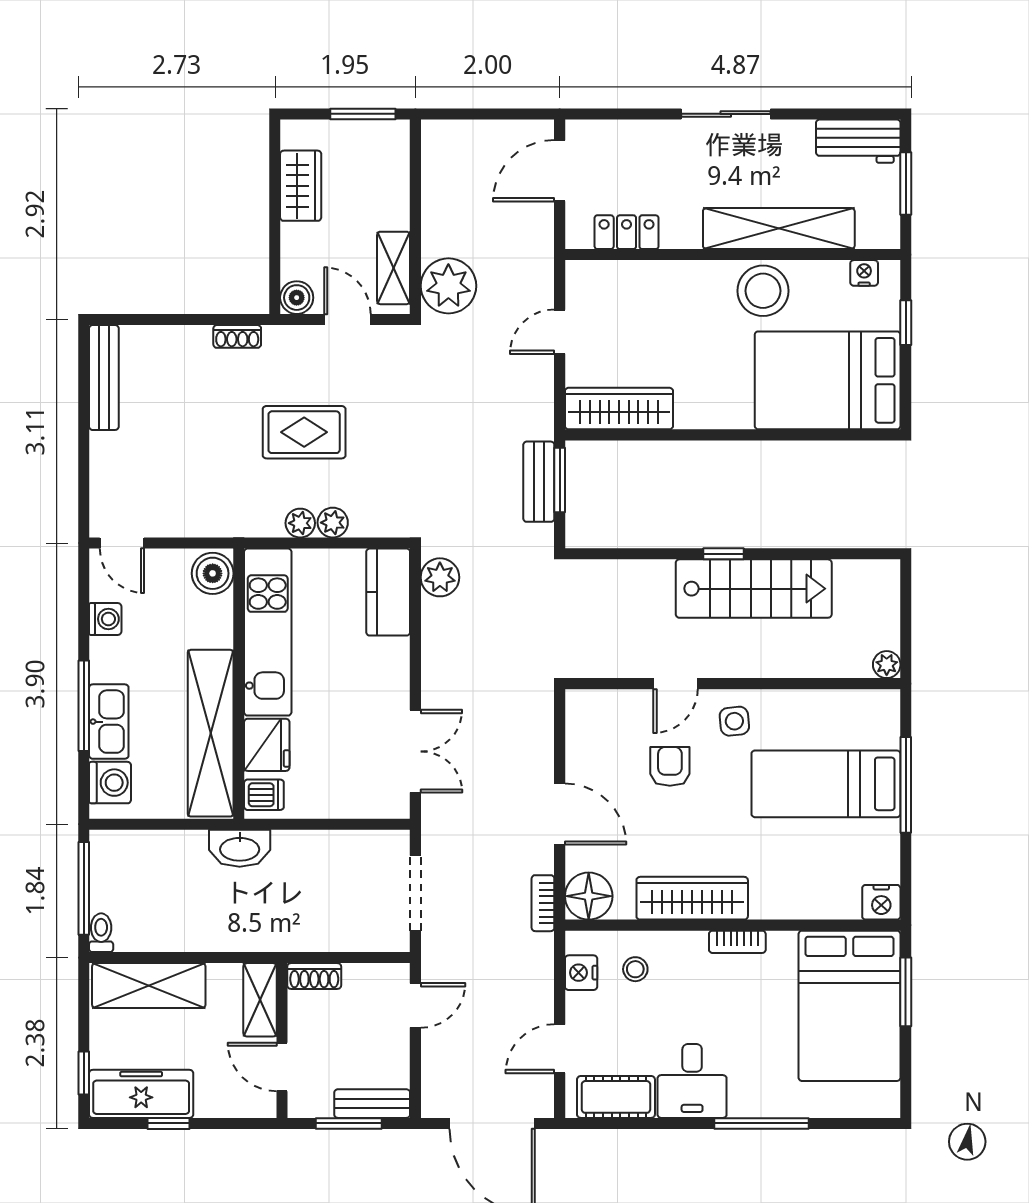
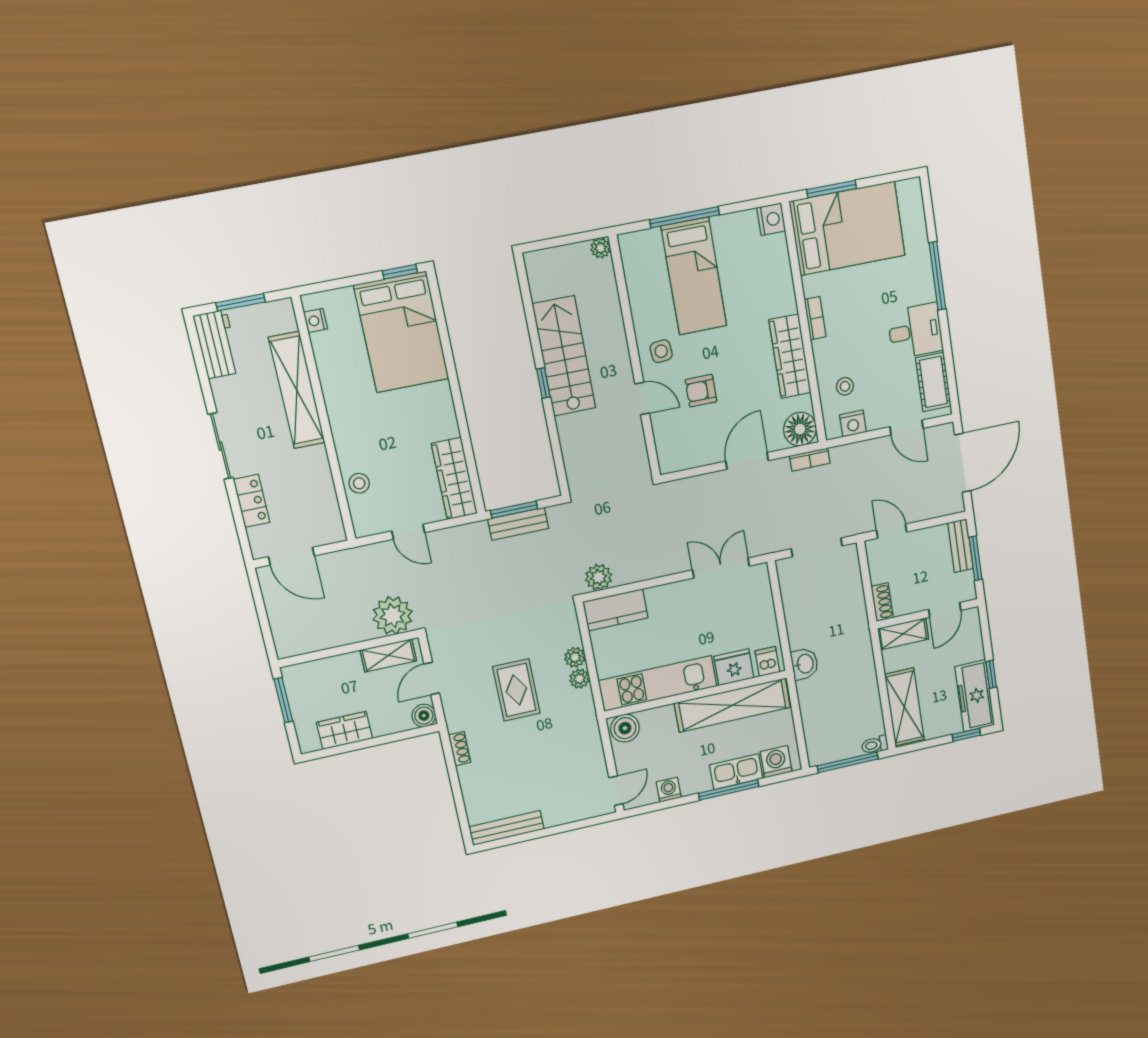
locker: (627, 232) -> (252, 501), moved, turned 180
stool: (763, 291) -> (359, 483), moved, width x0.53, depth x0.53
window: (906, 323) -> (400, 272), moved
washbasin: (240, 848) -> (805, 664), width x0.72

